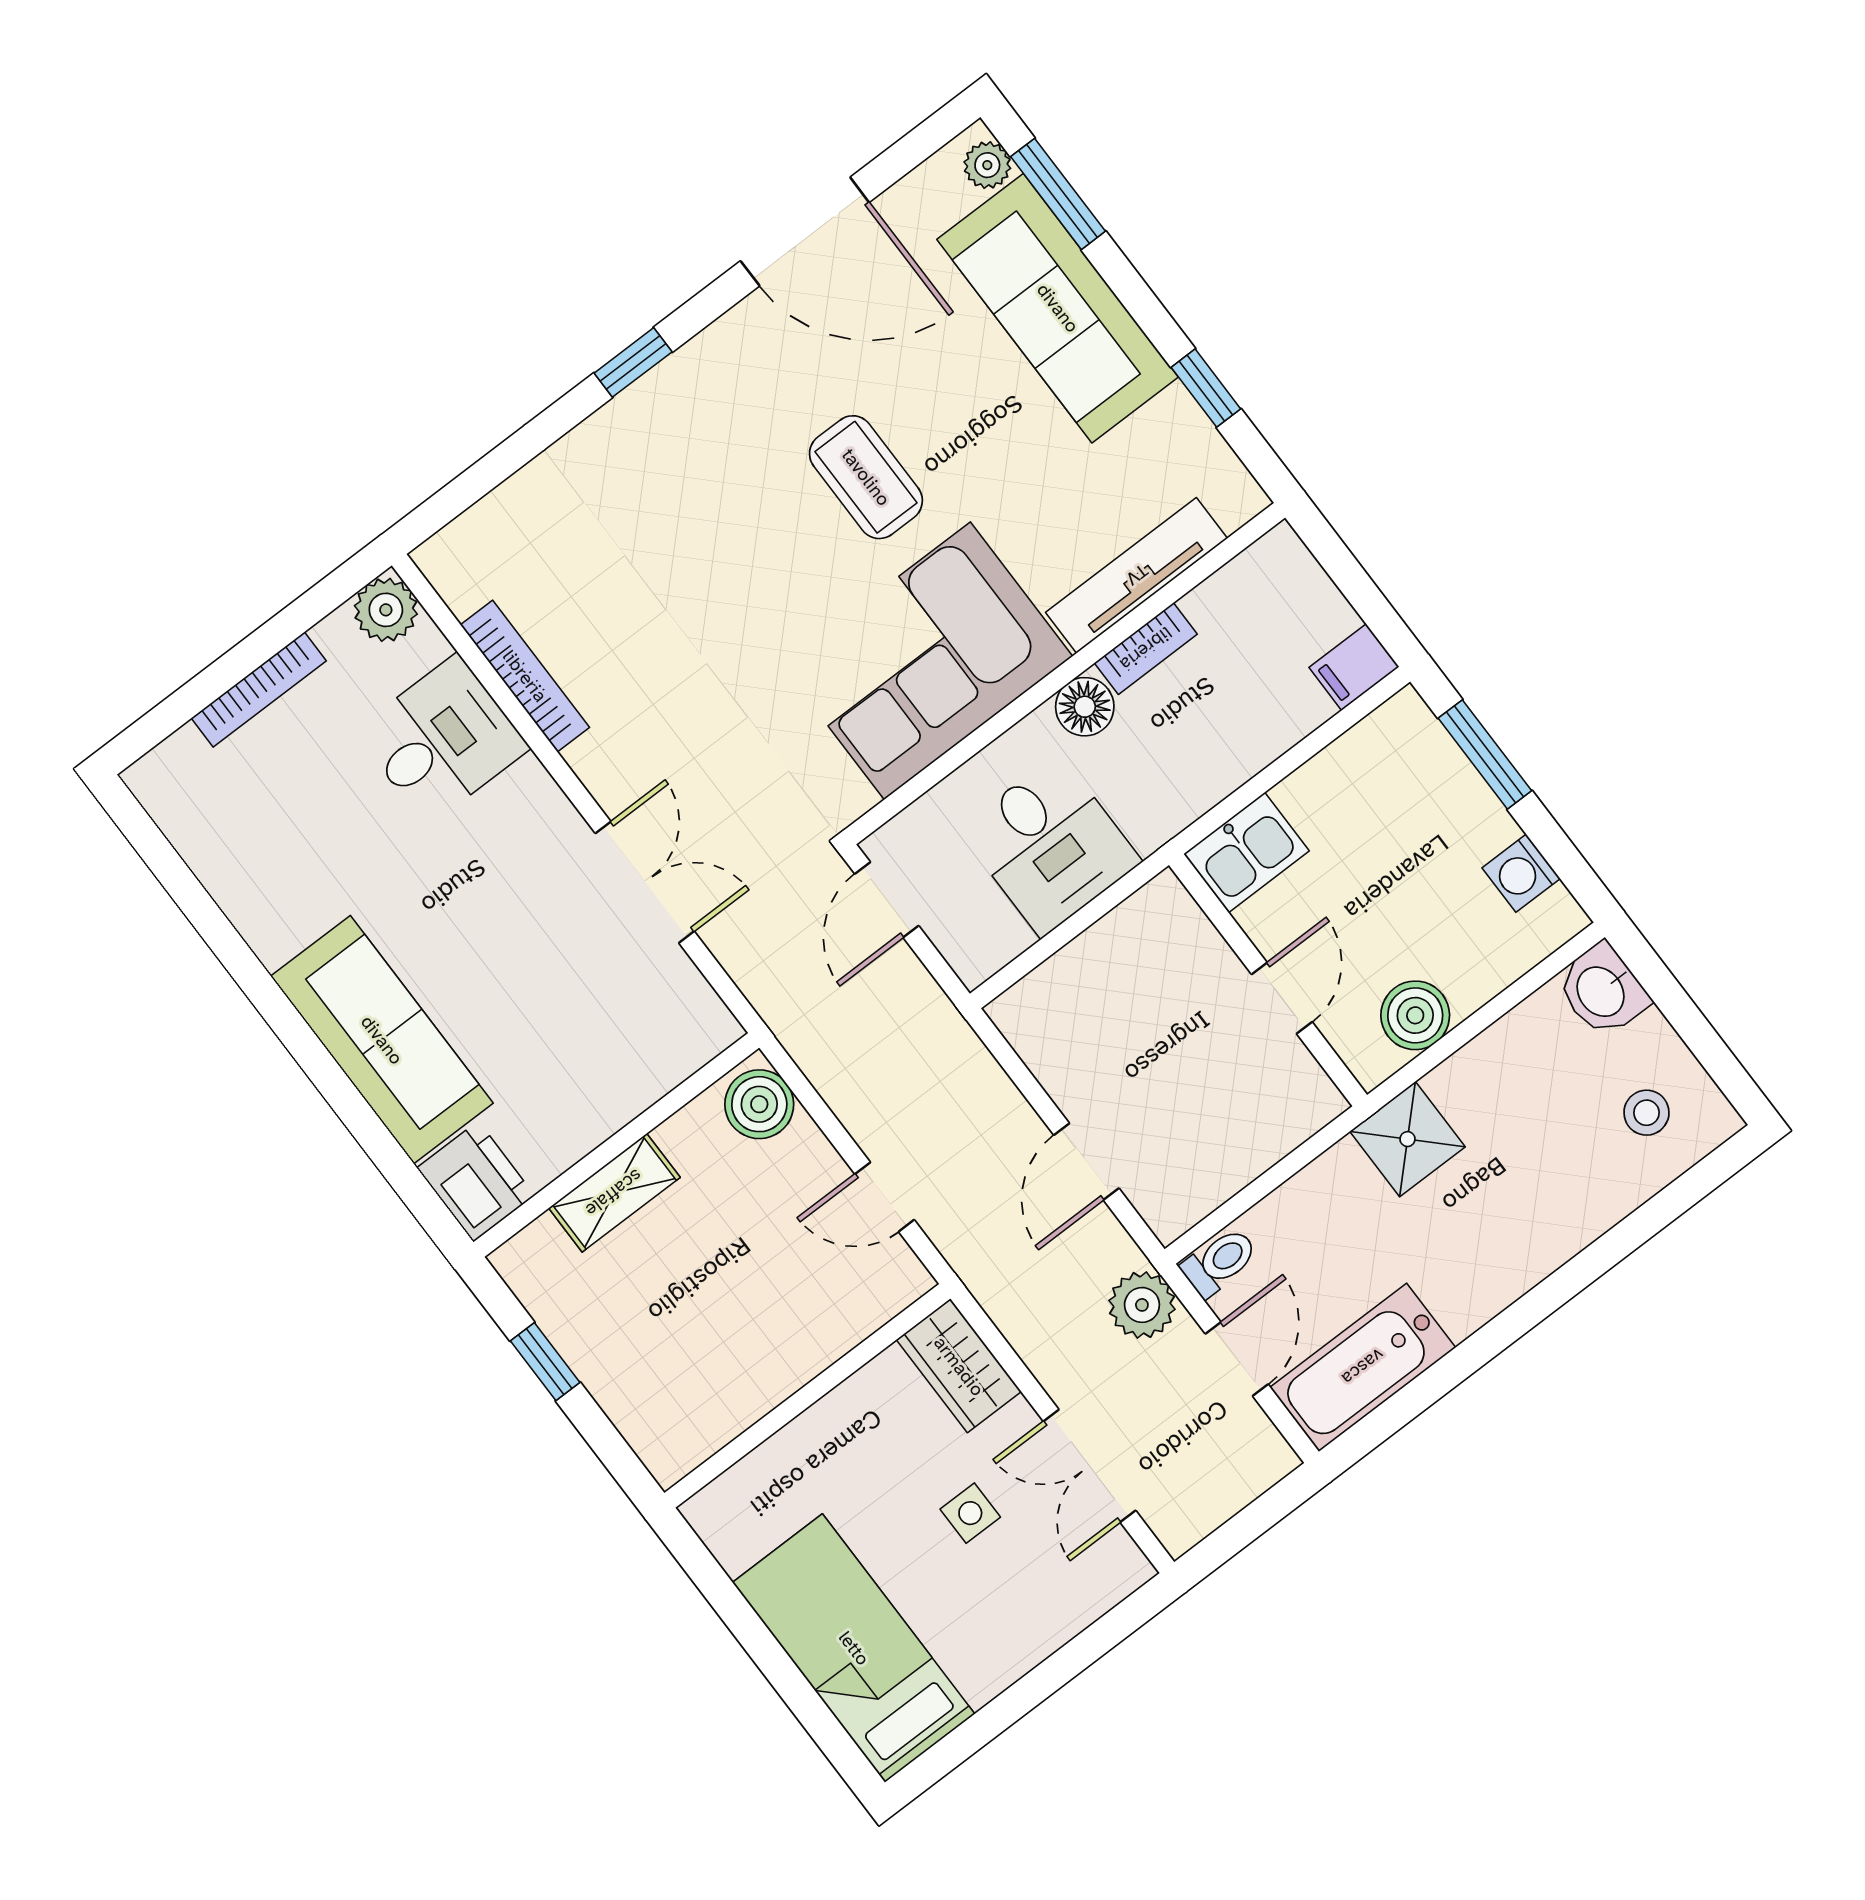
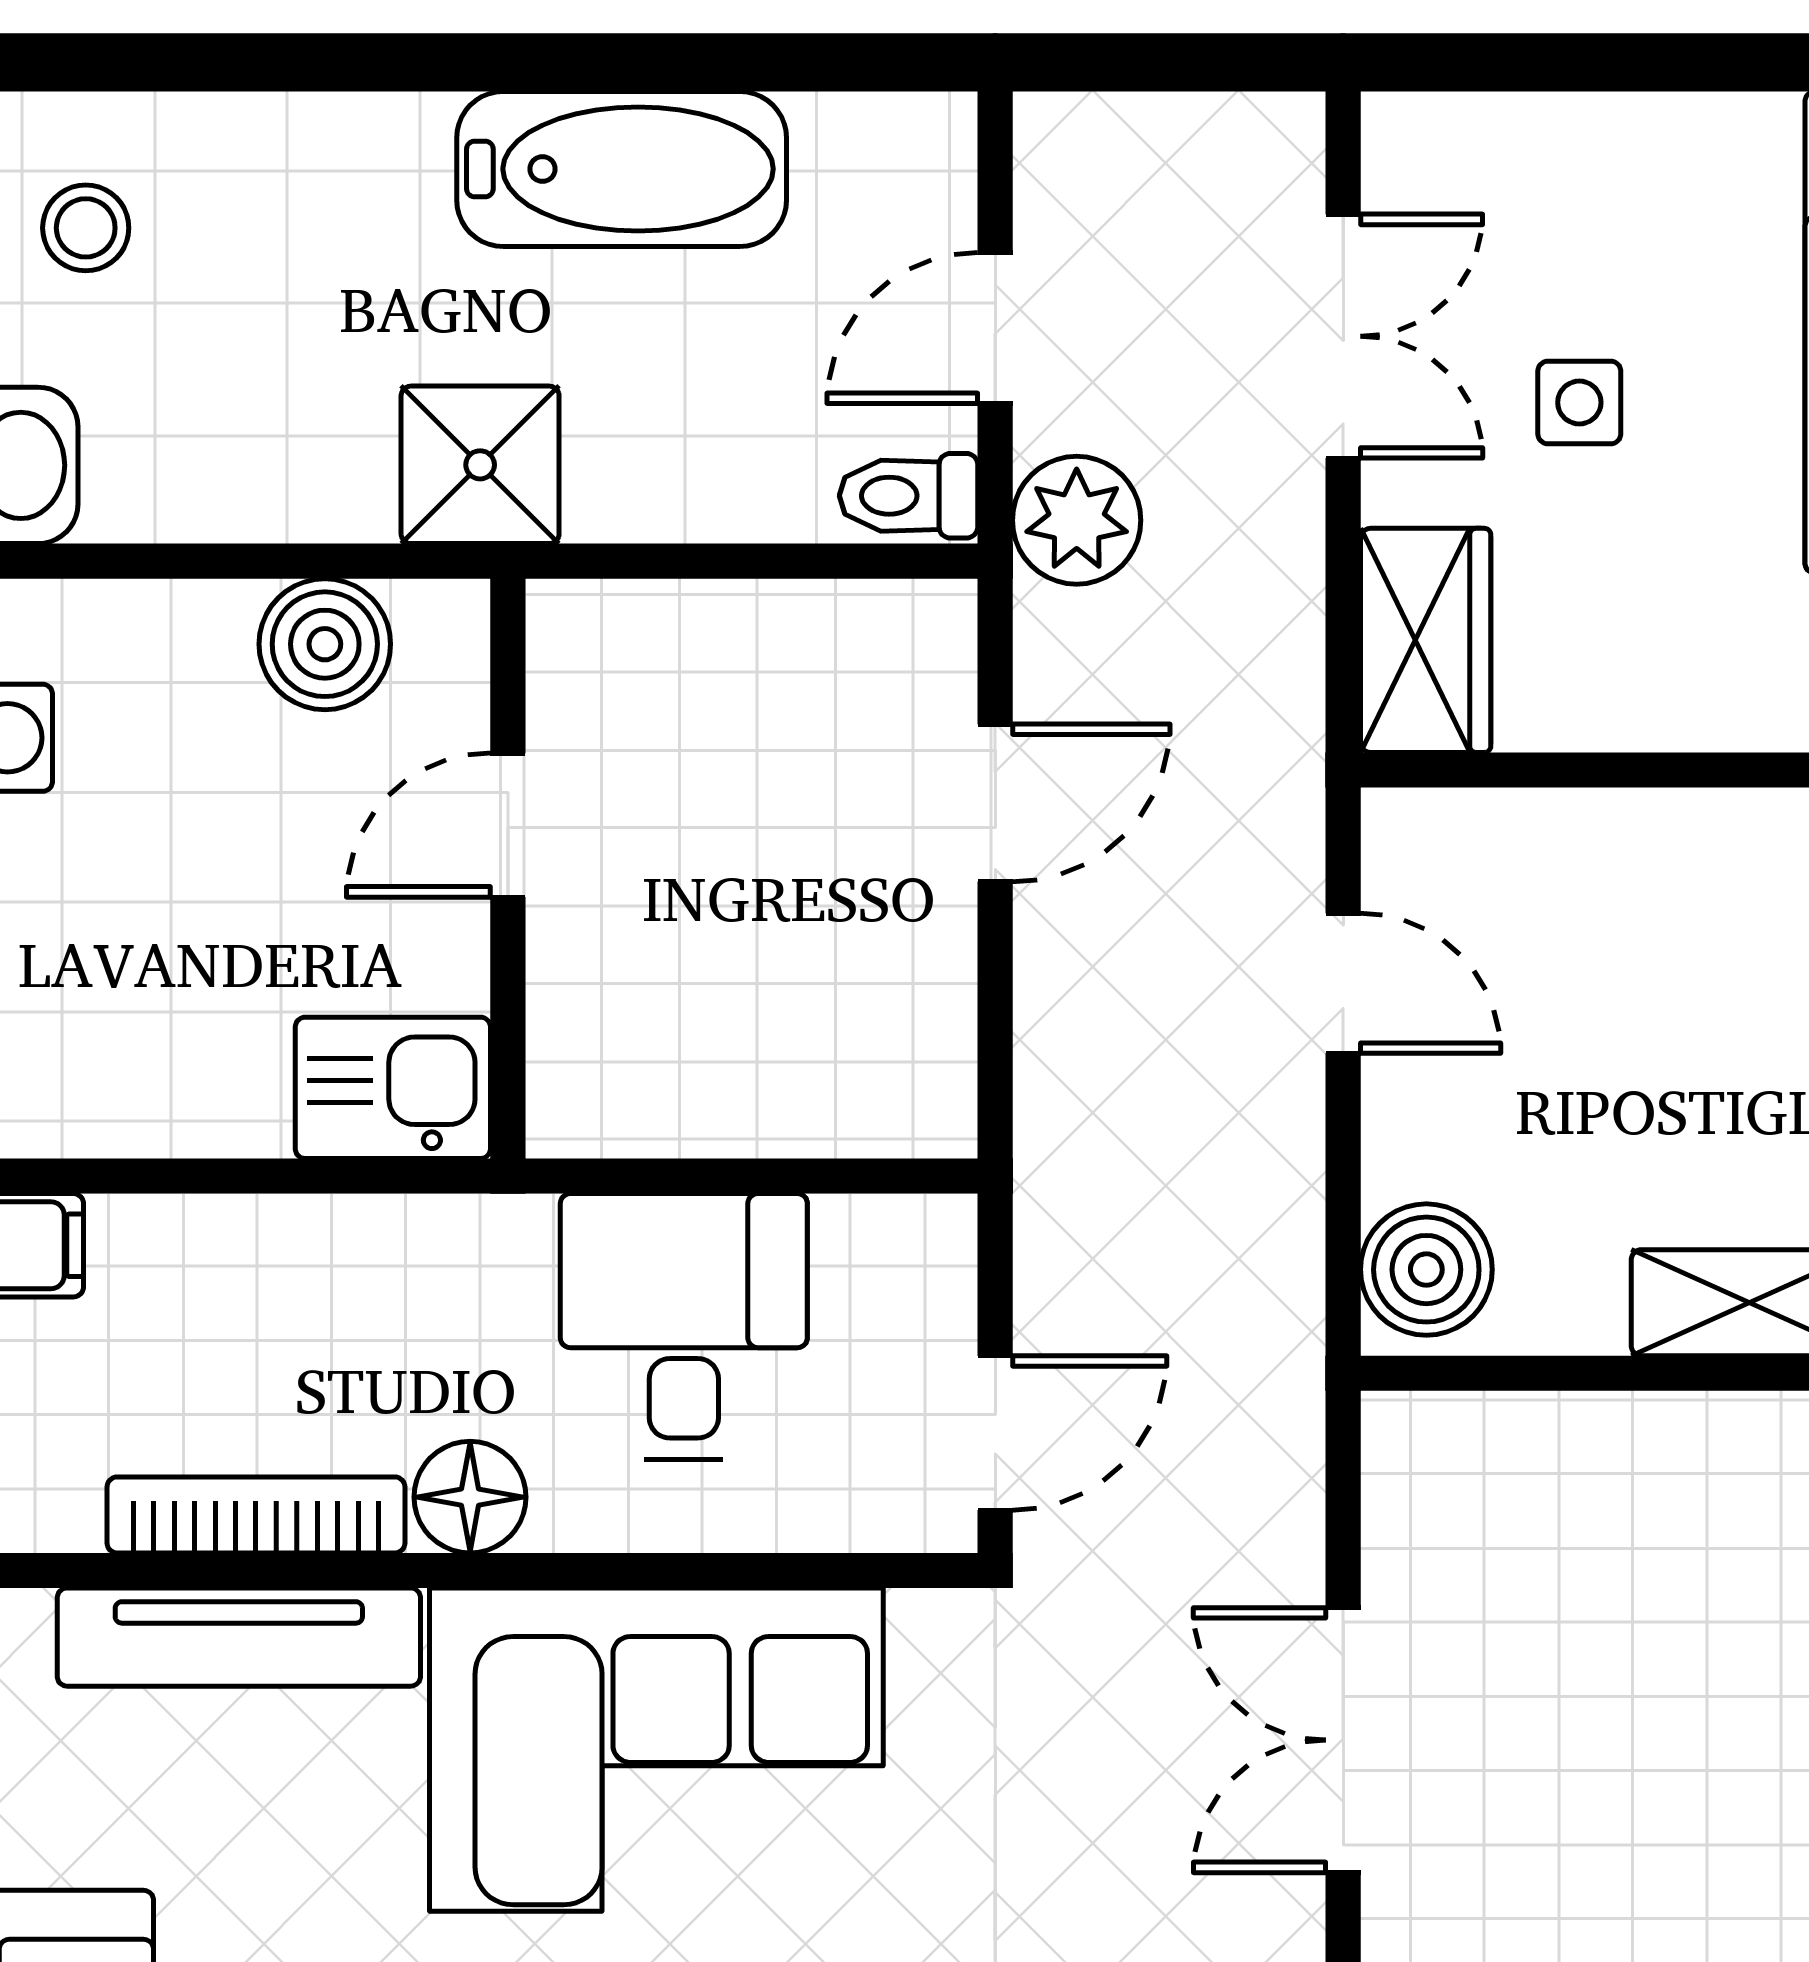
bookcase: (1146, 649) -> (256, 1515), width x1.56
bathtub: (1363, 1367) -> (622, 169), moved

